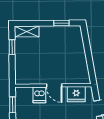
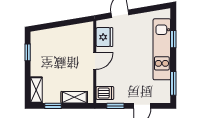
shelving: (20, 67) -> (74, 97), added
dishwasher: (39, 95) -> (105, 93), moved

